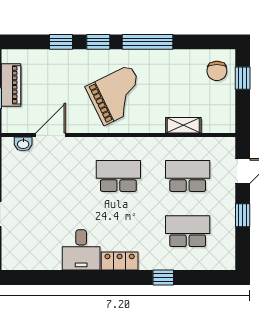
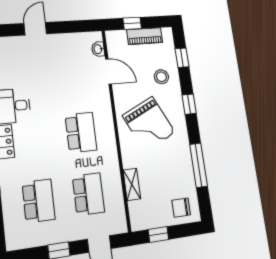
window: (61, 42) -> (182, 58), moved
window: (148, 42) -> (199, 165), moved
stool: (62, 72) -> (161, 77), added
window: (243, 78) -> (158, 234), moved

